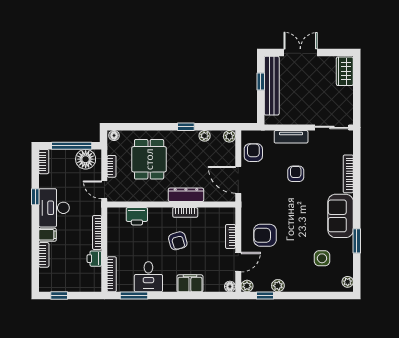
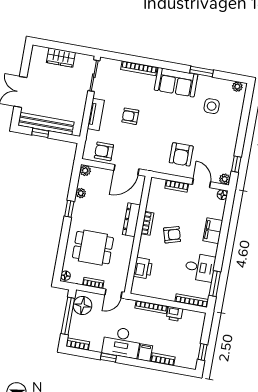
wardrobe: (345, 71) -> (61, 57), moved
plant: (278, 286) -> (229, 151), removed

